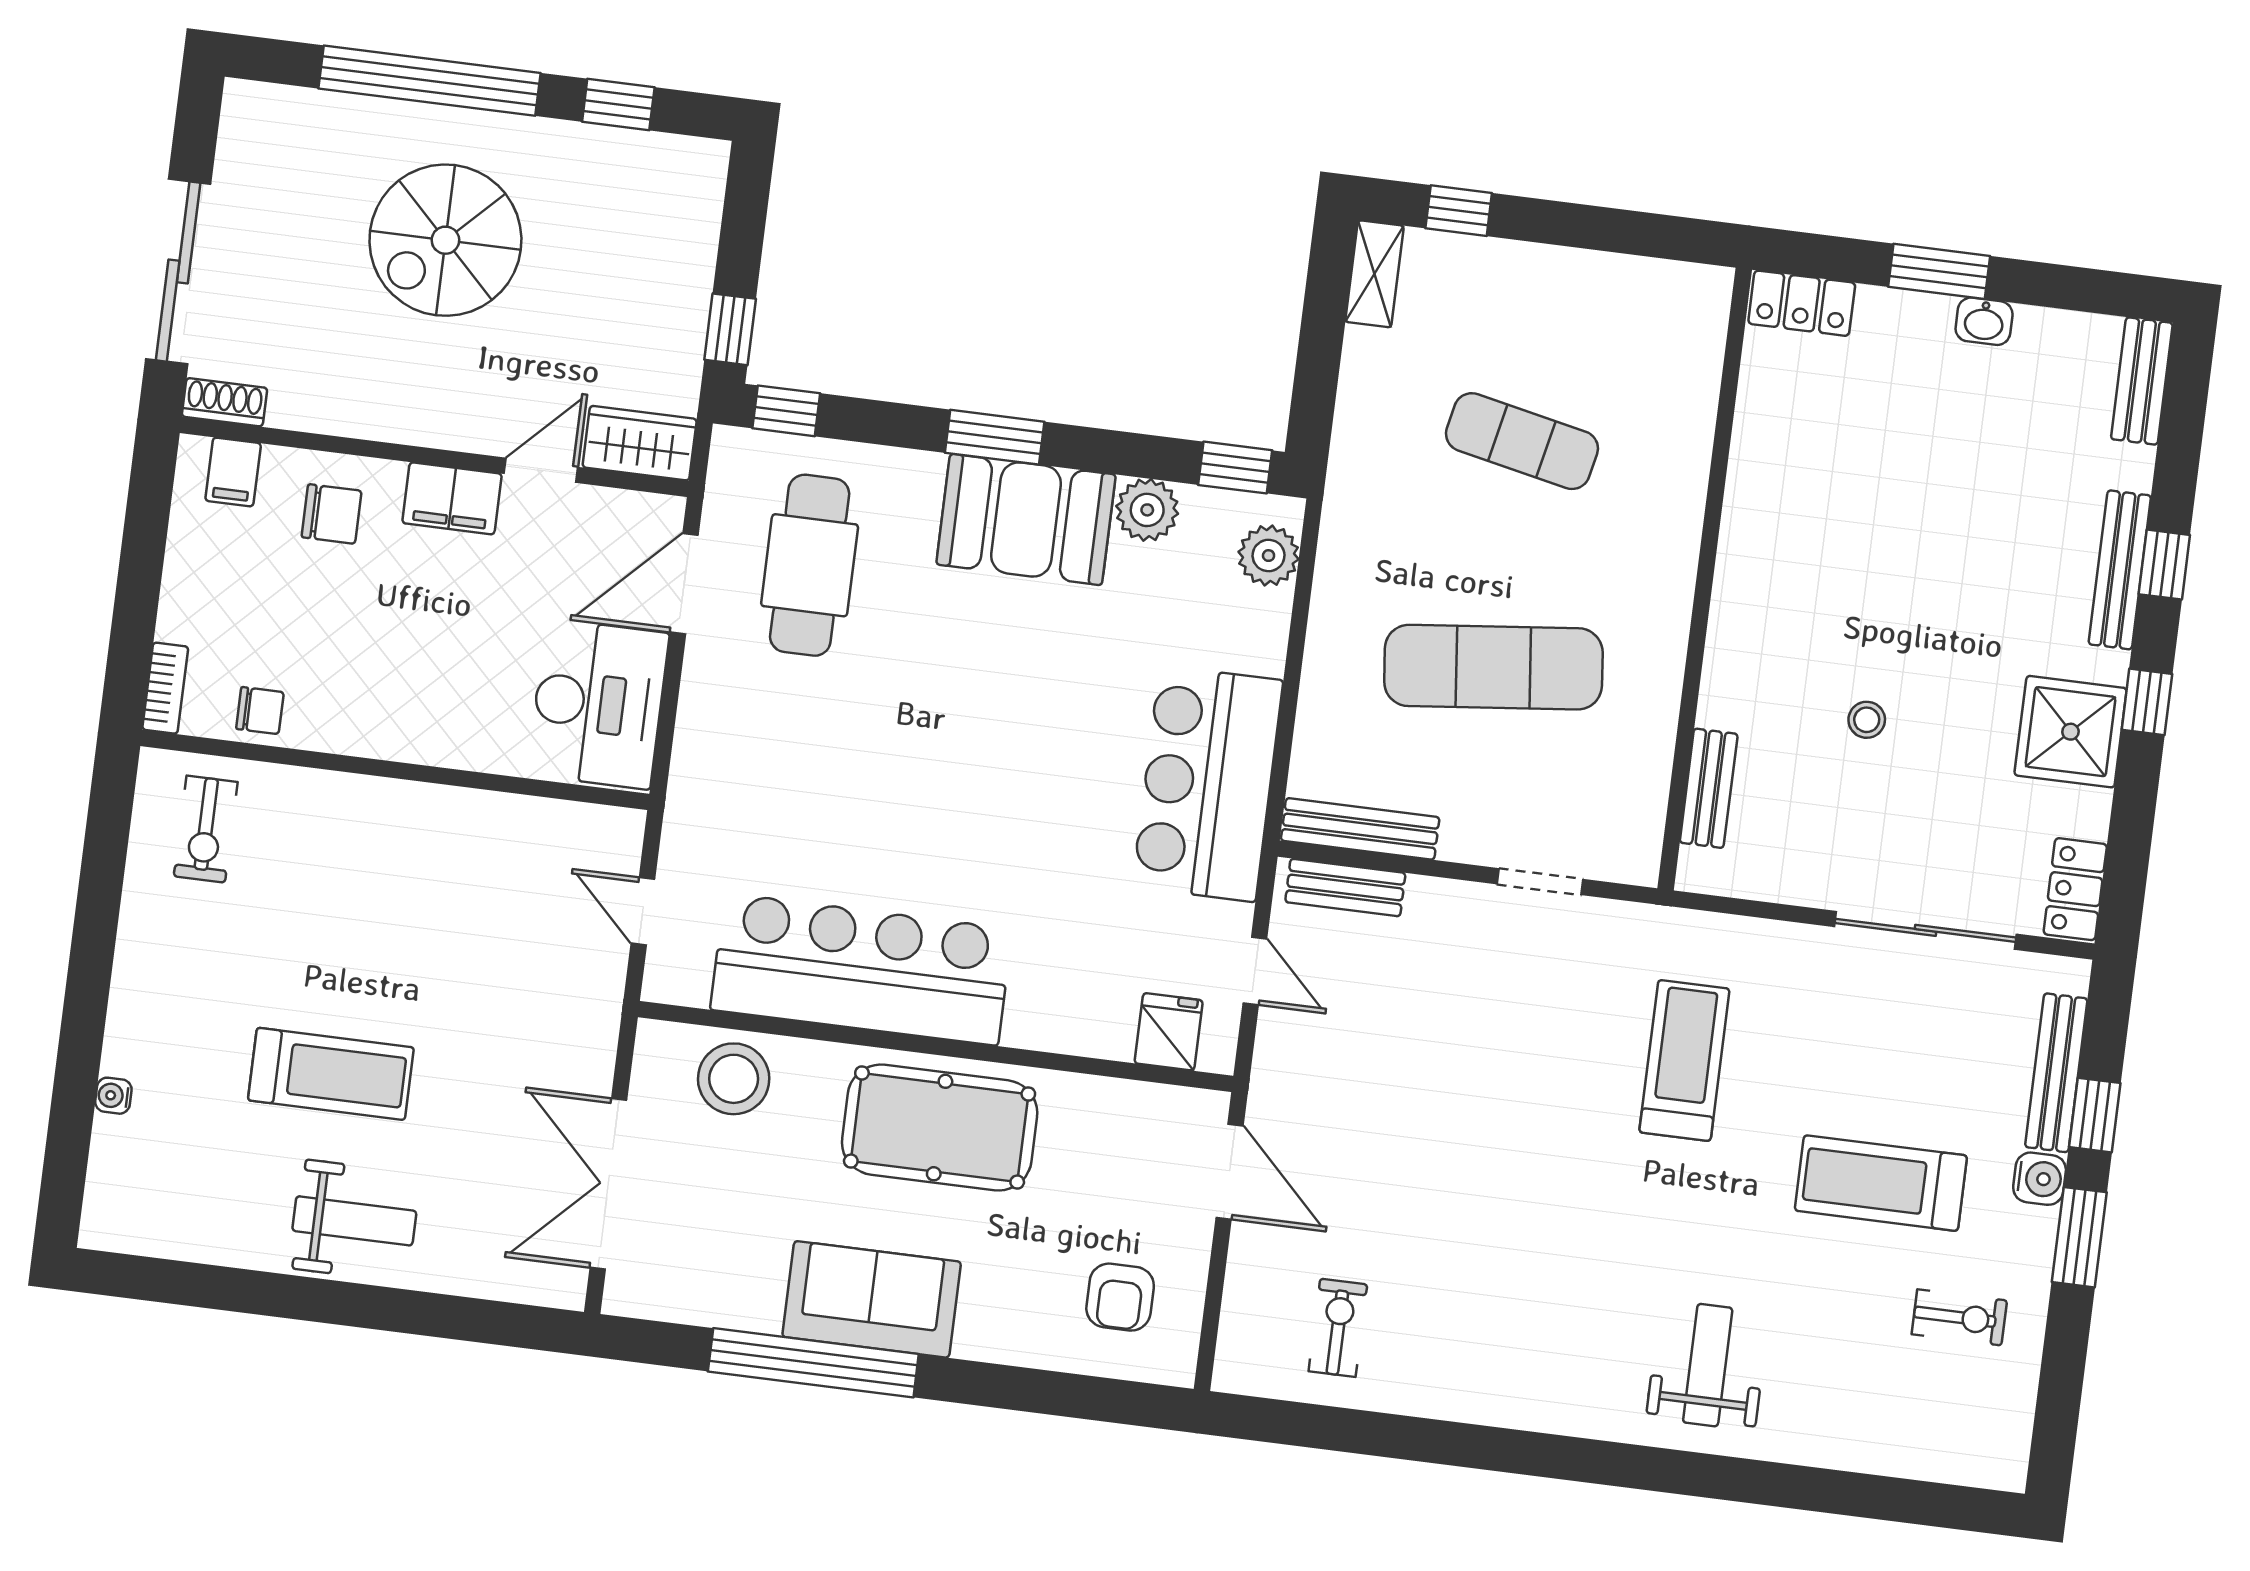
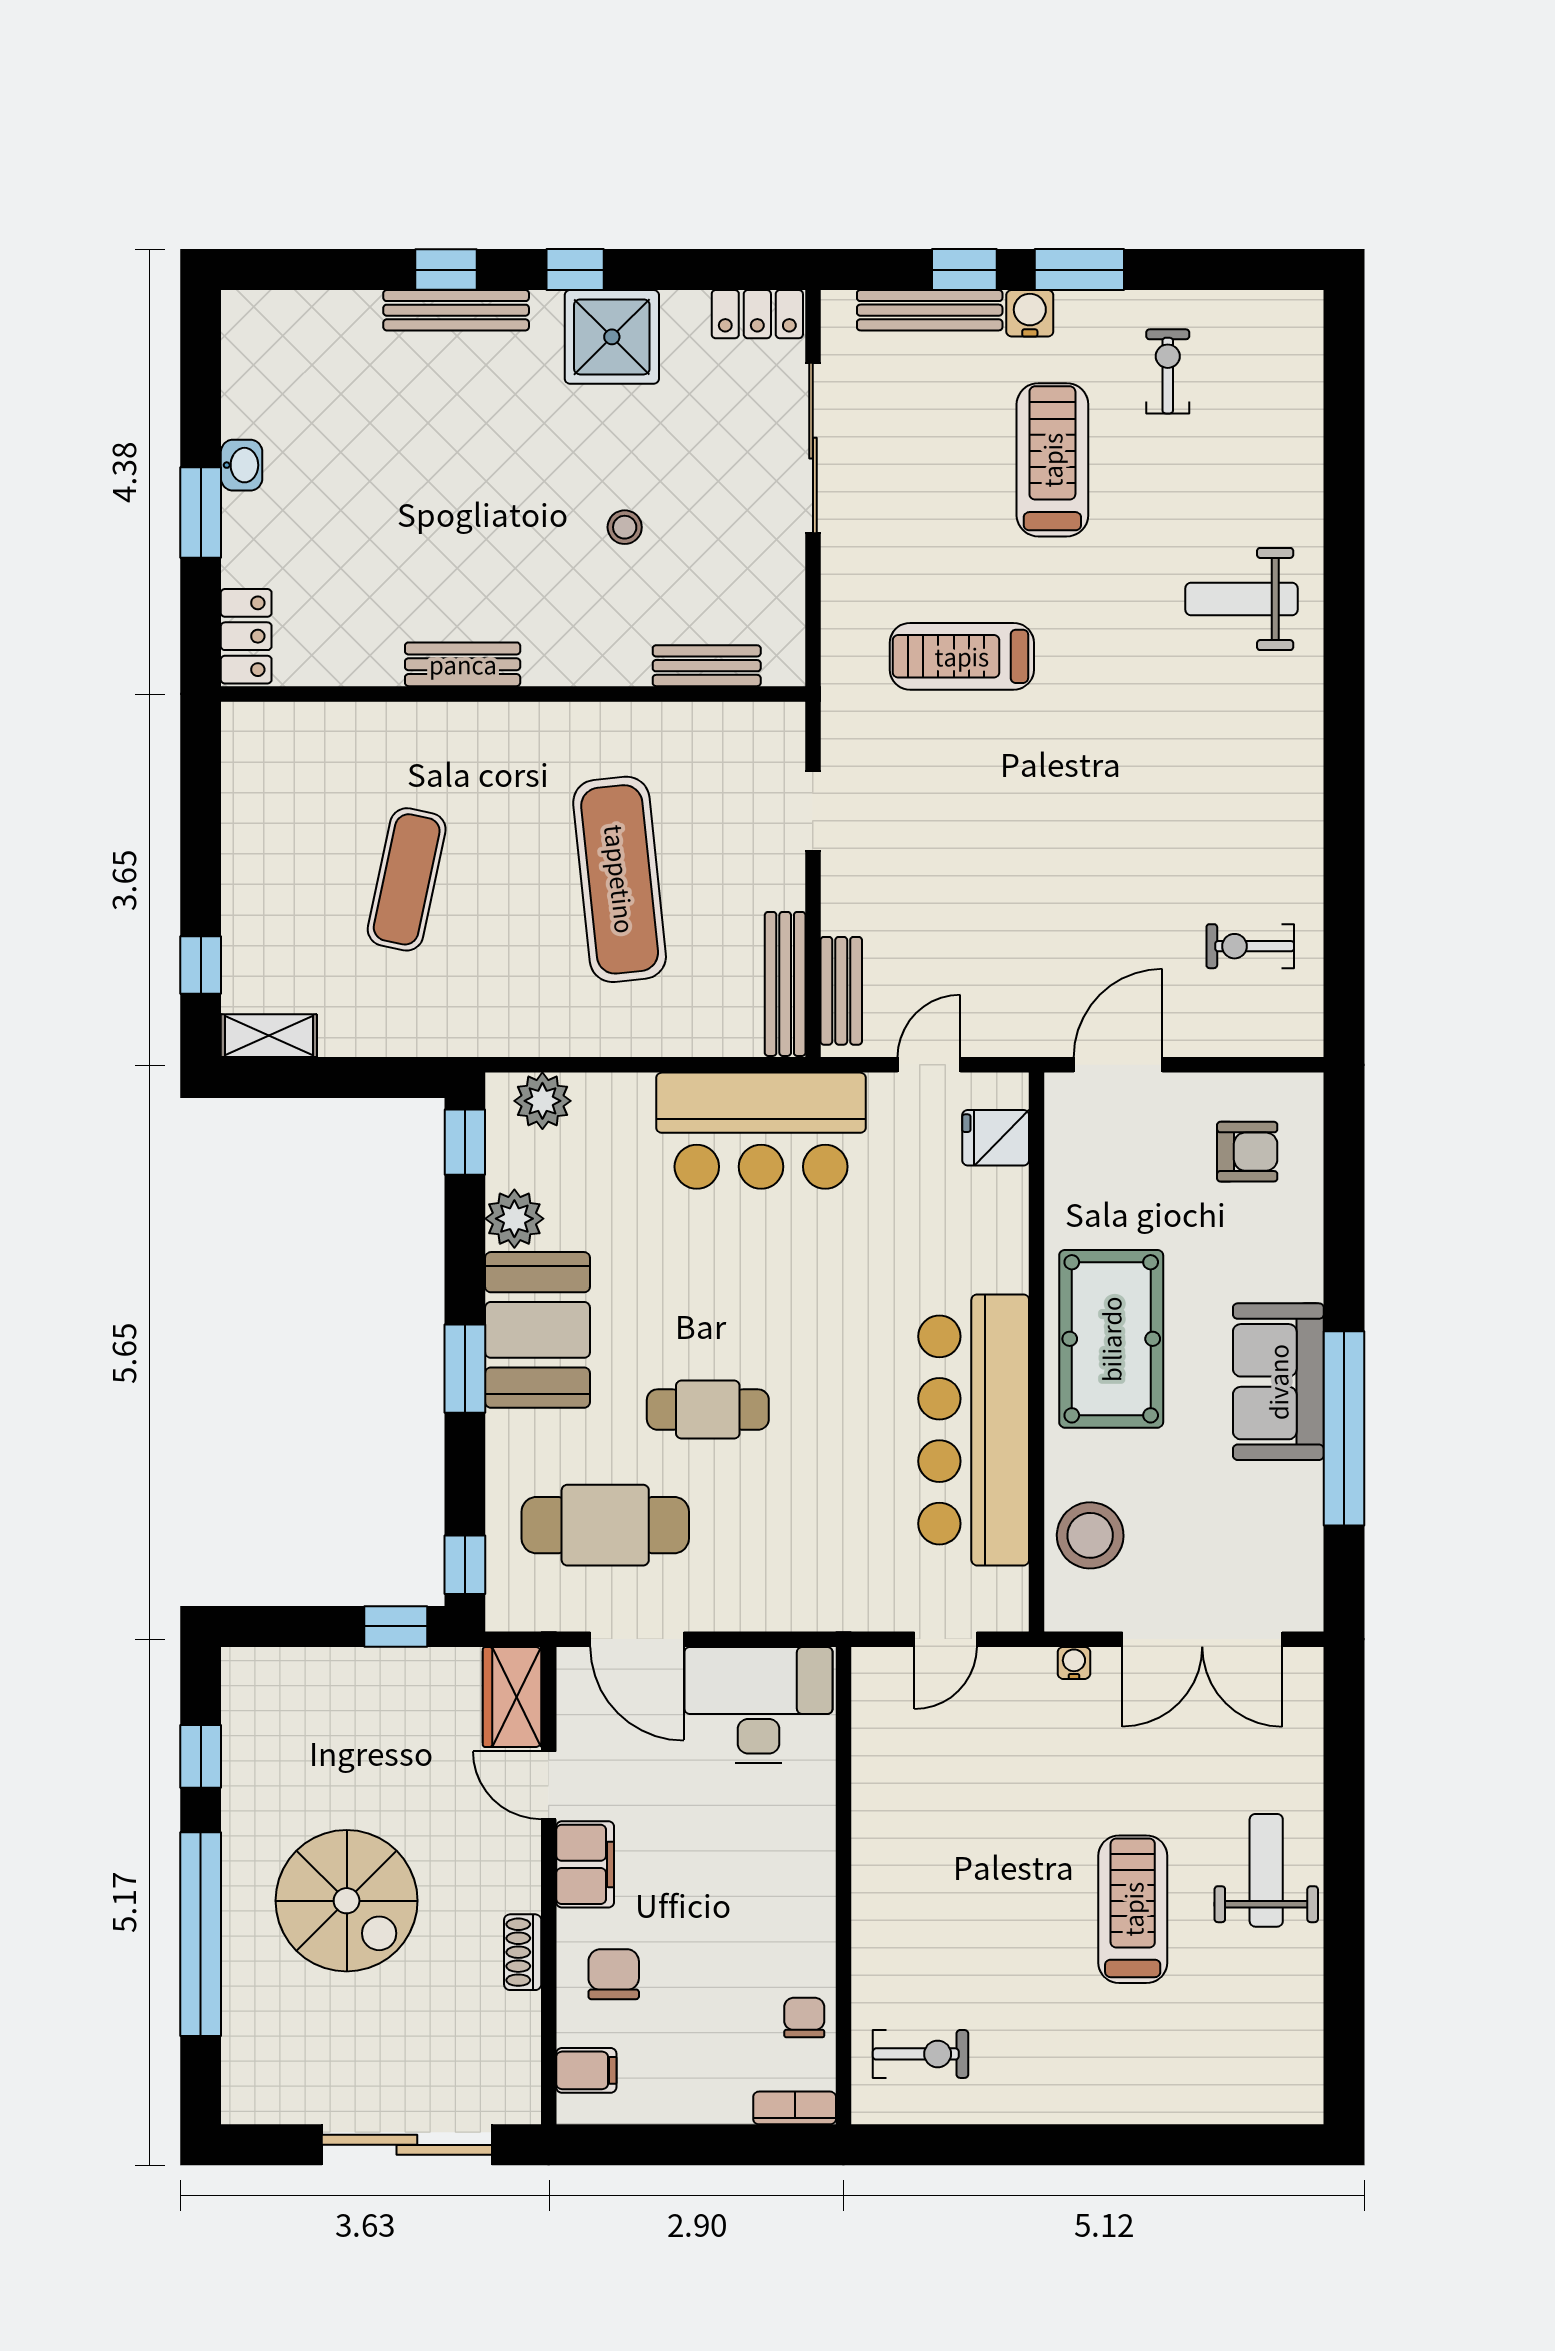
bench: (2142, 381) -> (463, 664), moved
shoe rack: (225, 402) -> (523, 1952), moved
cafe table: (919, 690) -> (708, 1410), added
water cooler: (113, 1096) -> (1074, 1663), moved, turned 180
treadmill: (1881, 1183) -> (1052, 460), turned 180

